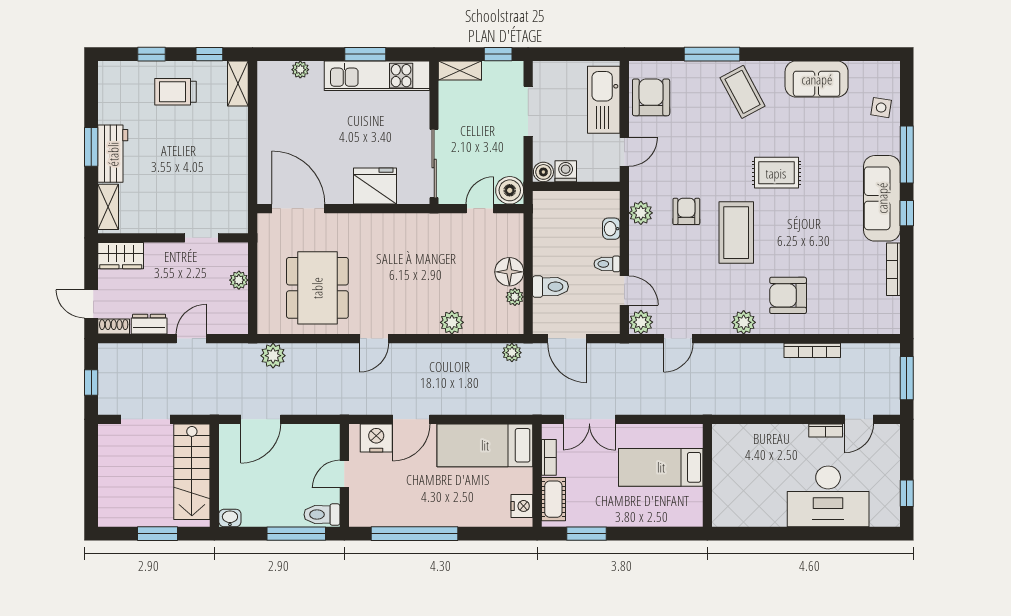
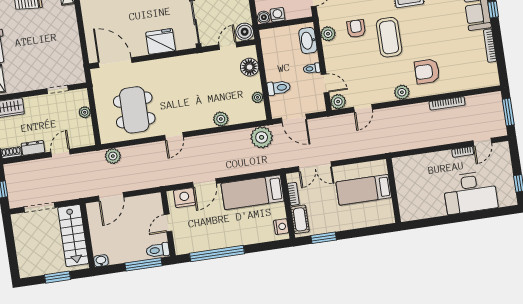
washbasin: (611, 229) -> (308, 41), width x1.91, depth x1.45
floor lamp: (509, 272) -> (250, 67), moved
plant: (512, 353) -> (262, 137), width x1.87, depth x1.87

